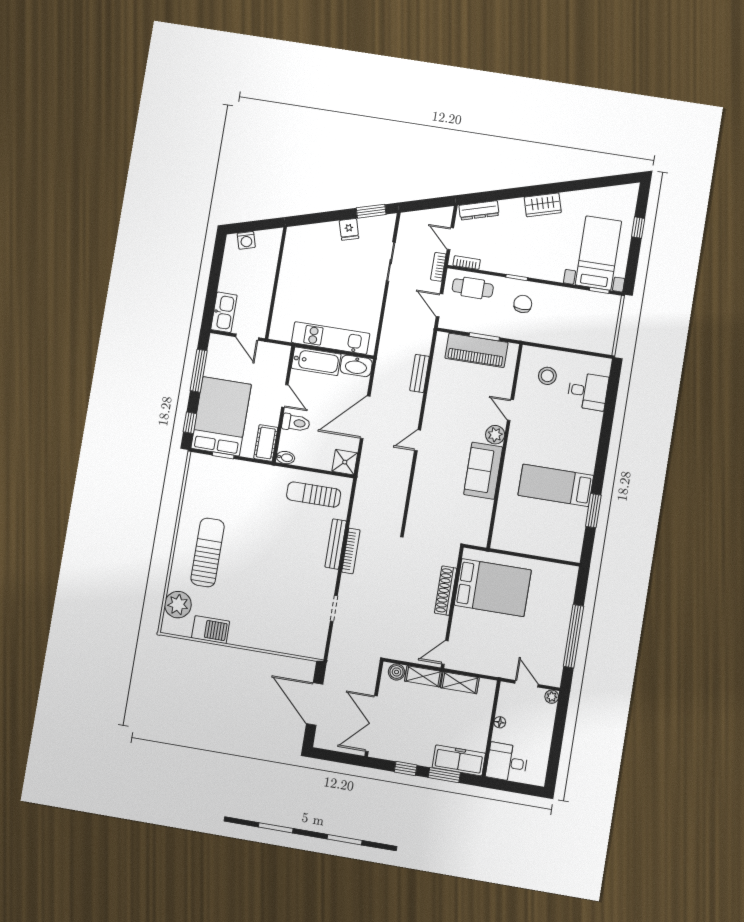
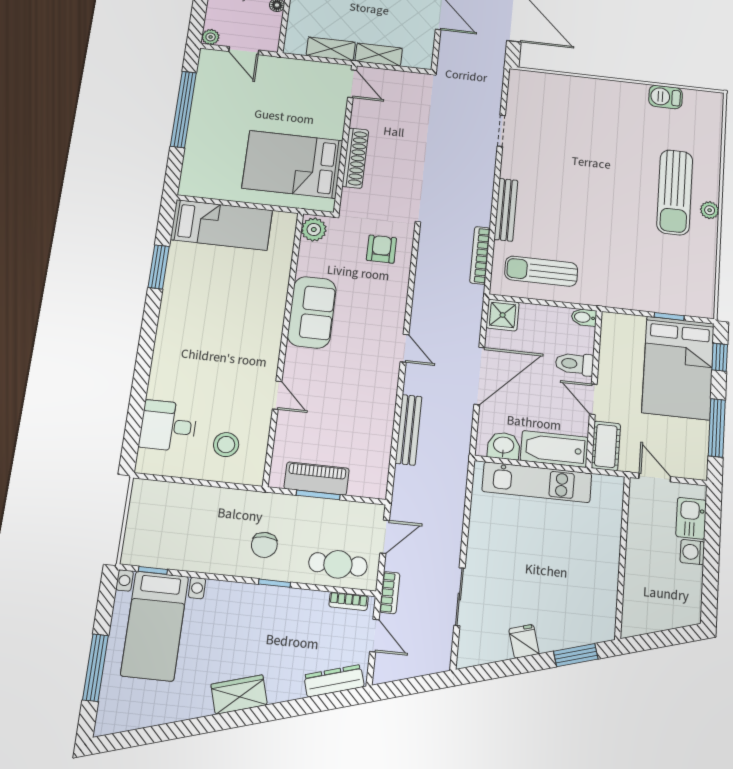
window: (371, 211) -> (576, 655), moved
window: (638, 228) -> (95, 668), width x2.17
washing machine: (246, 240) -> (692, 552), moved, turned -74
door: (440, 305) -> (385, 537), hinge flipped
kitchen sink: (224, 312) -> (691, 518), width x0.73
piano: (476, 350) -> (317, 479), width x0.73, depth x0.75
washbasin: (356, 366) -> (504, 446), width x0.72
bench: (420, 373) -> (408, 430), width x1.36
plant: (495, 435) -> (314, 230), moved
door: (418, 440) -> (405, 348), hinge flipped
cot: (266, 443) -> (606, 446), moved
bed: (556, 485) -> (221, 225), moved
sun lounger: (314, 494) -> (541, 271), turned 180
armchair: (430, 517) -> (381, 249), added
bookcase: (351, 551) -> (480, 255), moved
plant: (178, 605) -> (710, 210), moved, width x0.53, depth x0.53
barbecue: (211, 630) -> (666, 97), width x0.73, depth x0.79
door: (445, 652) -> (352, 84), hinge flipped
boiler: (397, 672) -> (414, 58), removed

